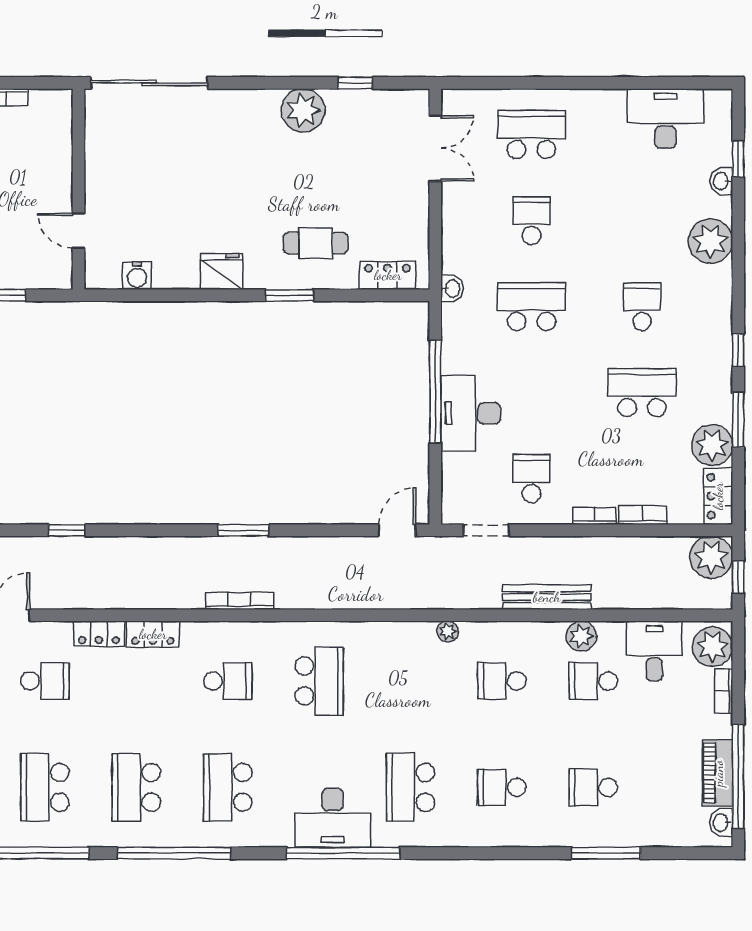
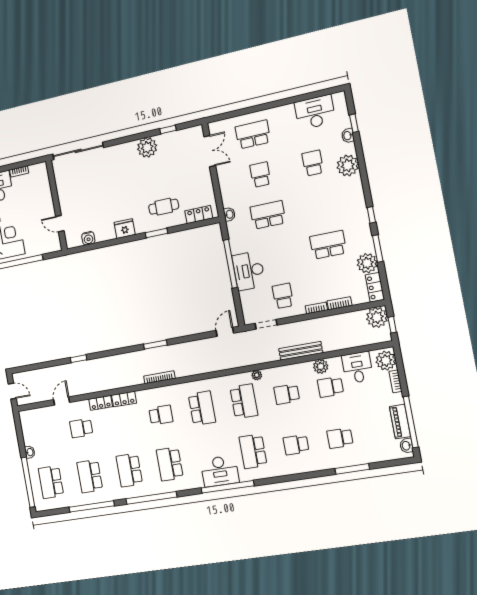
school desk: (642, 307) -> (313, 163), moved
school desk: (45, 681) -> (81, 428), turned 180
school desk: (411, 681) -> (244, 401), added

